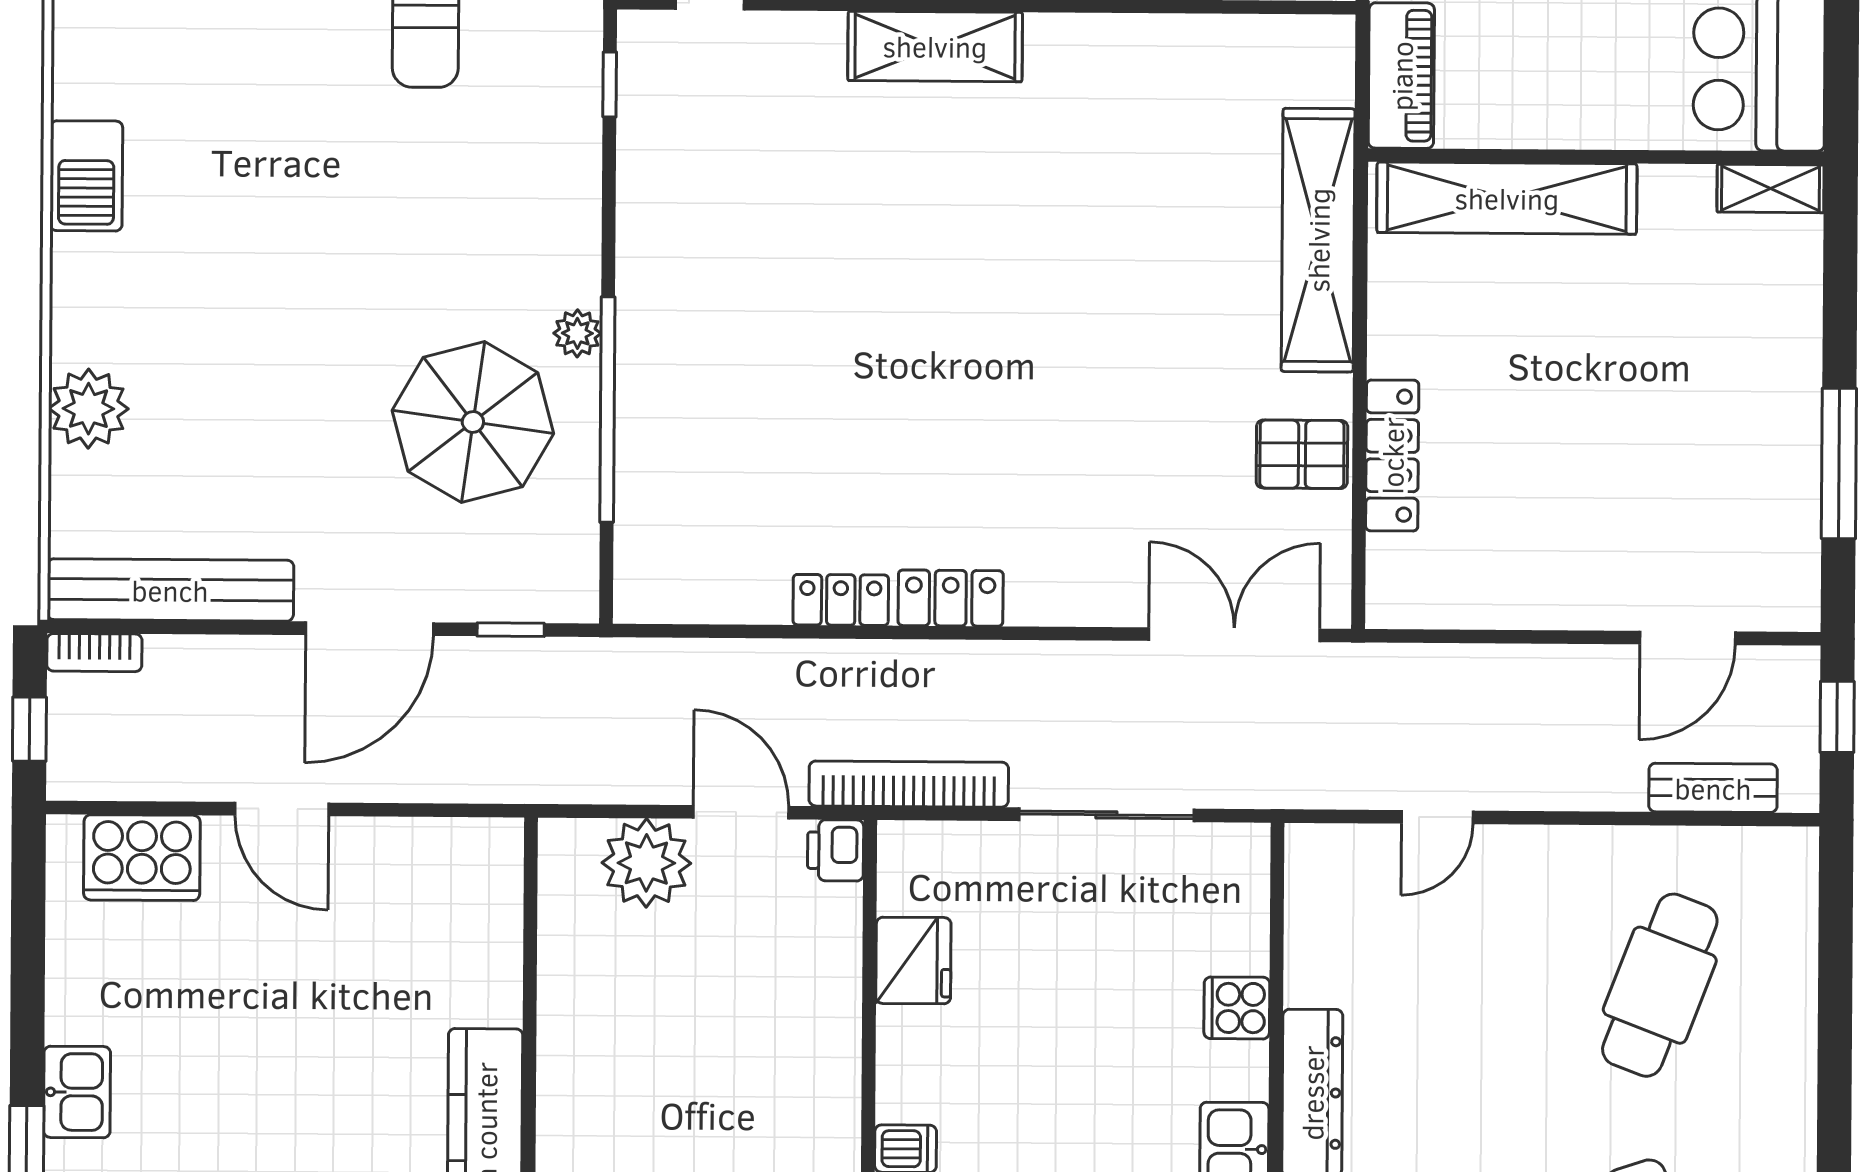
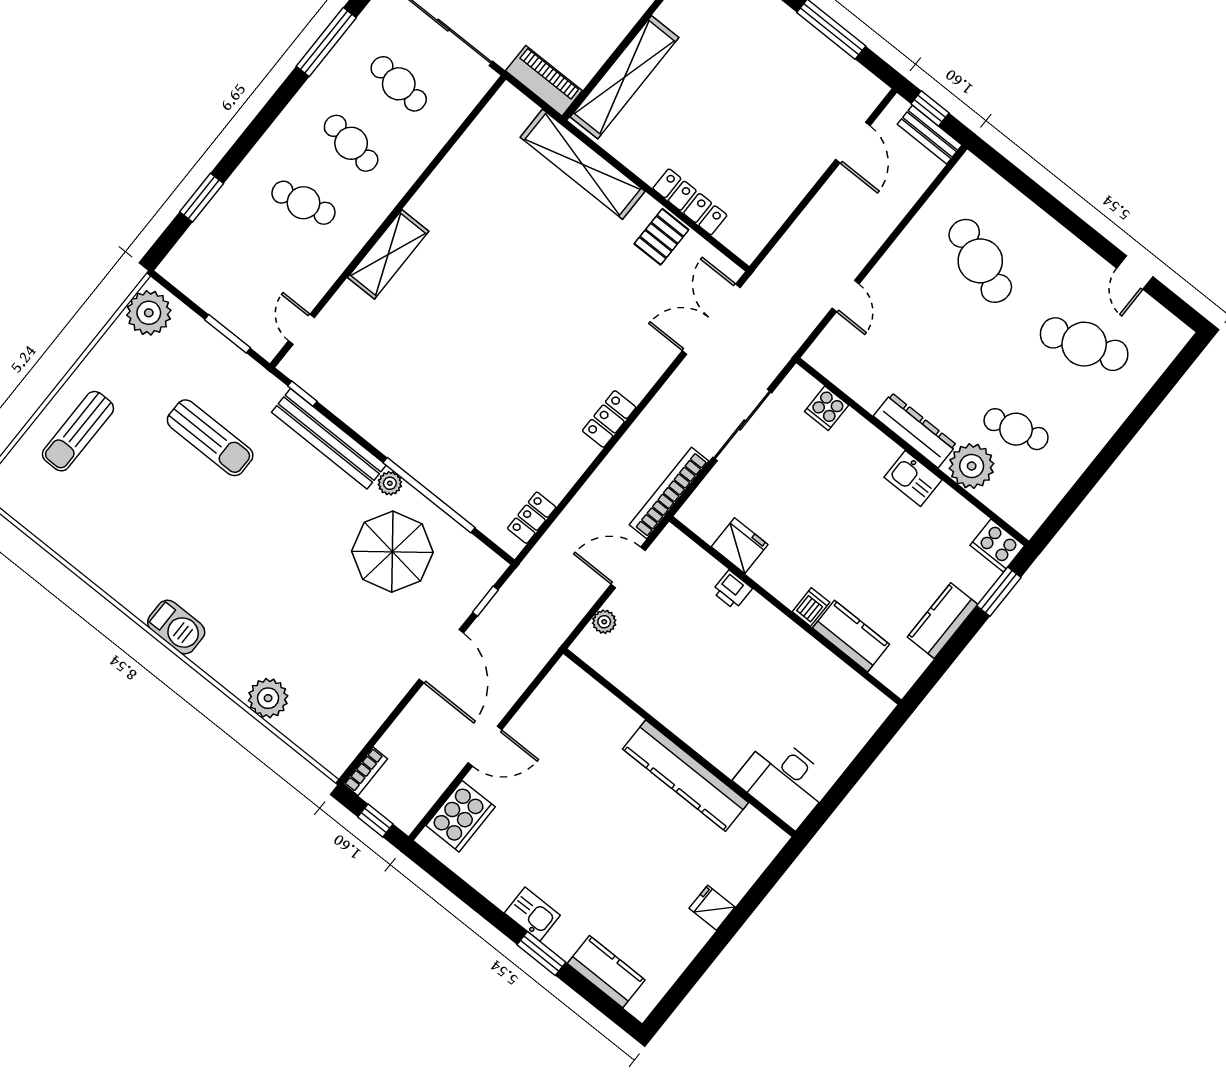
bench: (170, 590) -> (329, 439), moved, turned 90
locker: (841, 600) -> (532, 518), moved
bench: (1713, 788) -> (930, 135), moved, turned 90
printer: (836, 850) -> (732, 590), moved
plant: (646, 863) -> (604, 622), width x0.53, depth x0.53
cooker: (1237, 1008) -> (827, 408), moved

